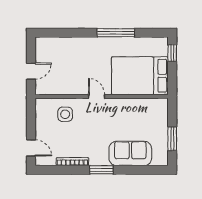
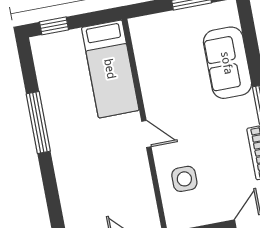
bed: (140, 76) -> (110, 69), width x0.67
door: (97, 96) -> (146, 134), swing flipped

